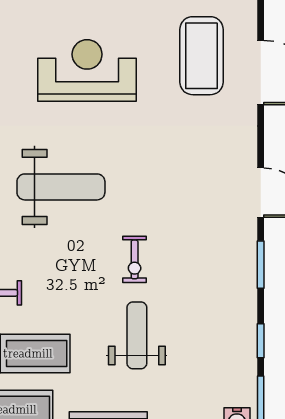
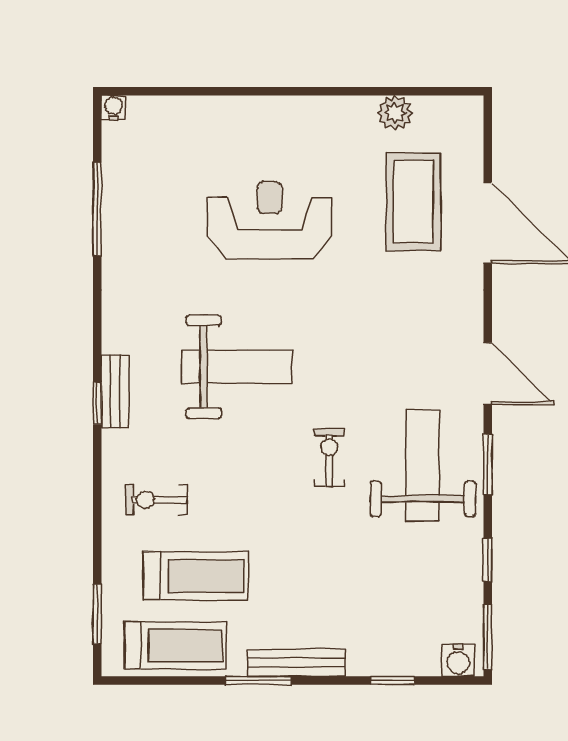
exercise bike: (135, 259) -> (329, 458), turned 180
weight bench: (137, 335) -> (423, 465), moved, width x1.36, depth x1.33

